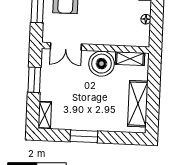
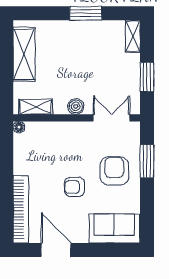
floor lamp: (146, 19) -> (19, 127), moved
boiler: (101, 64) -> (76, 106), width x0.54, depth x0.54

